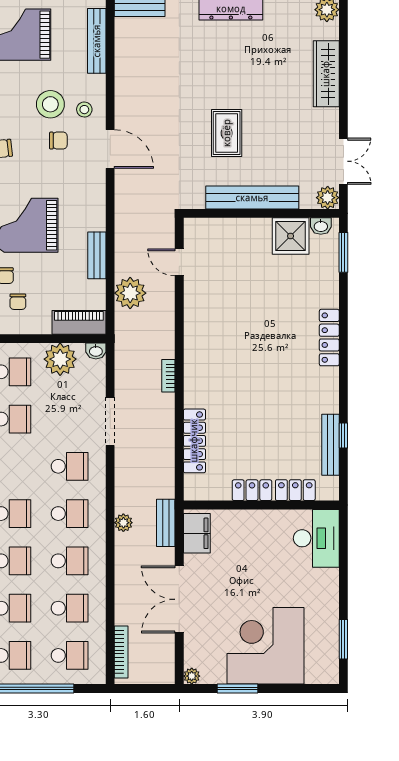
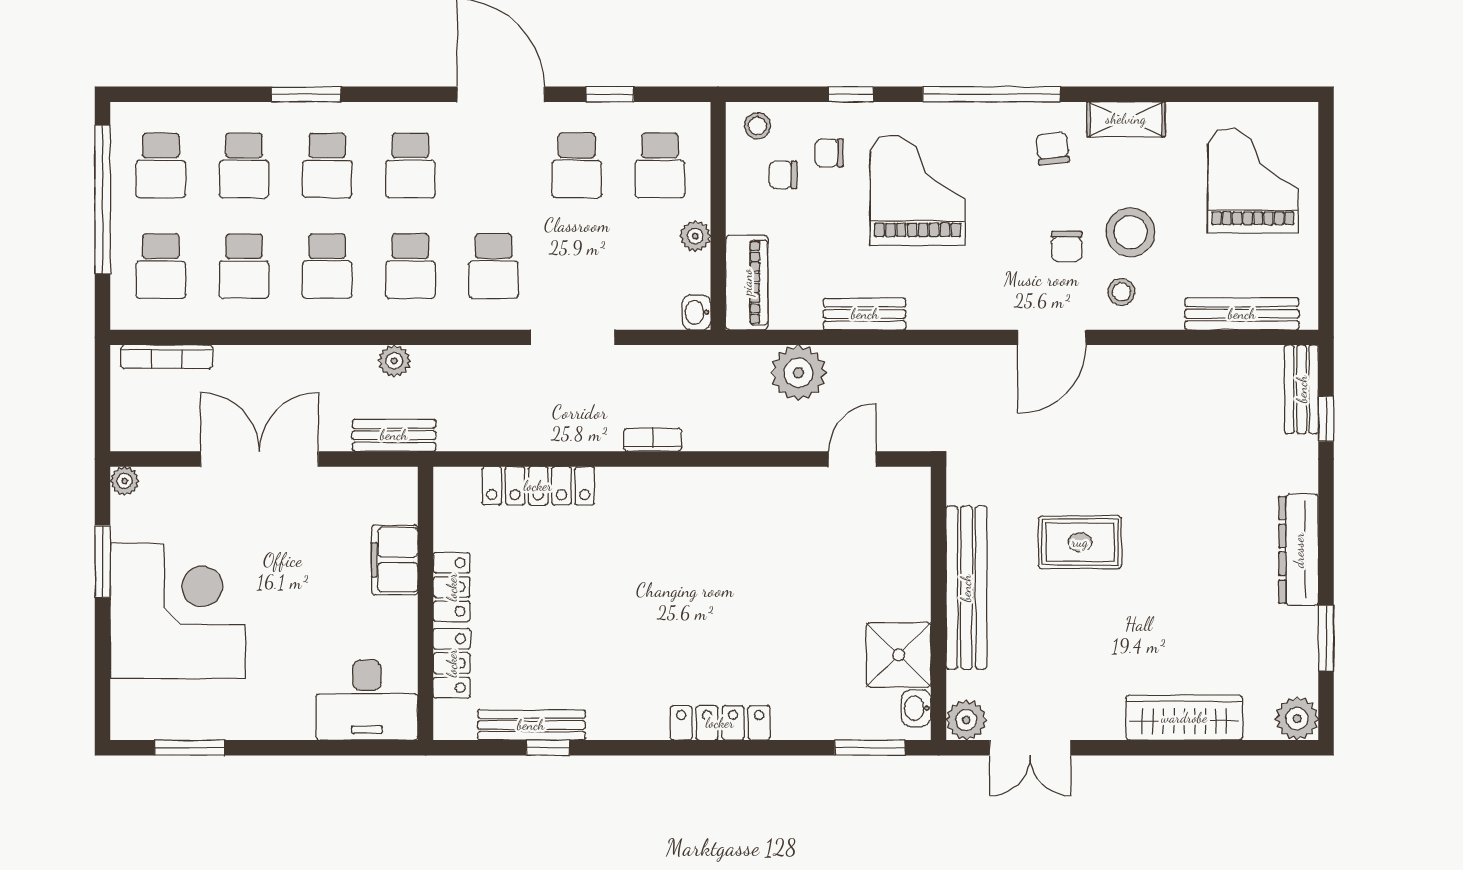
plant: (60, 359) -> (695, 236), width x0.53, depth x0.53
filing cabinet: (197, 533) -> (395, 560), moved, turned 90

